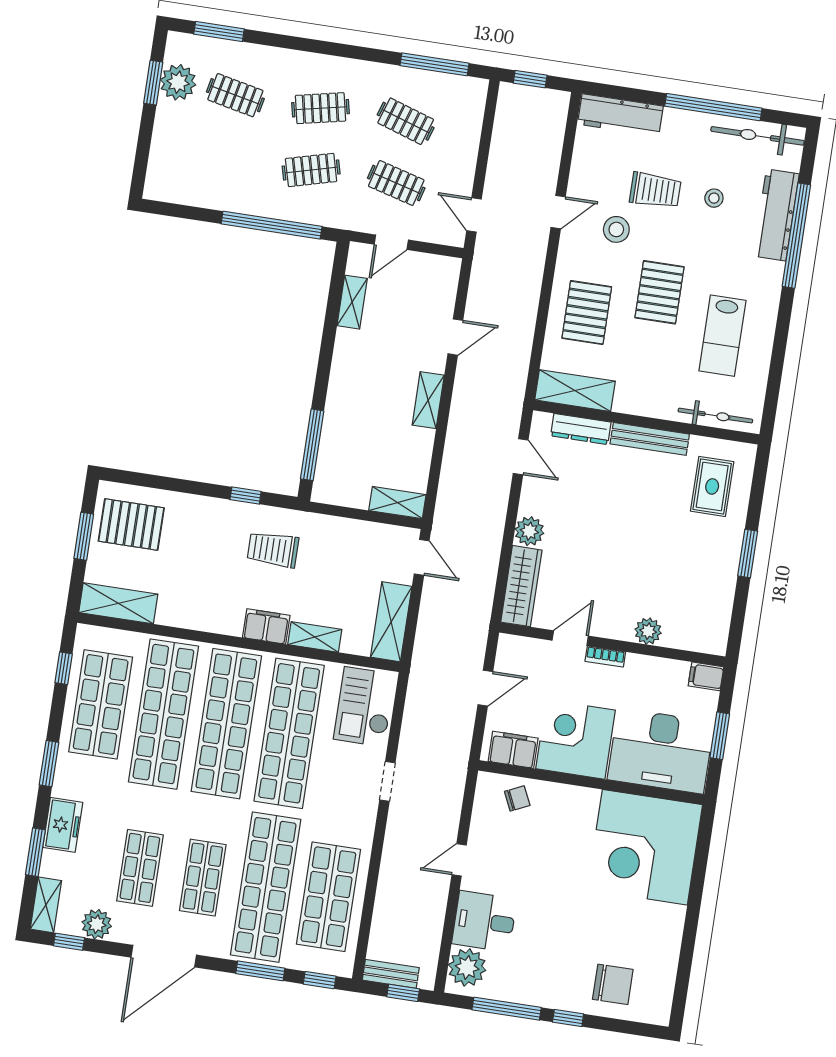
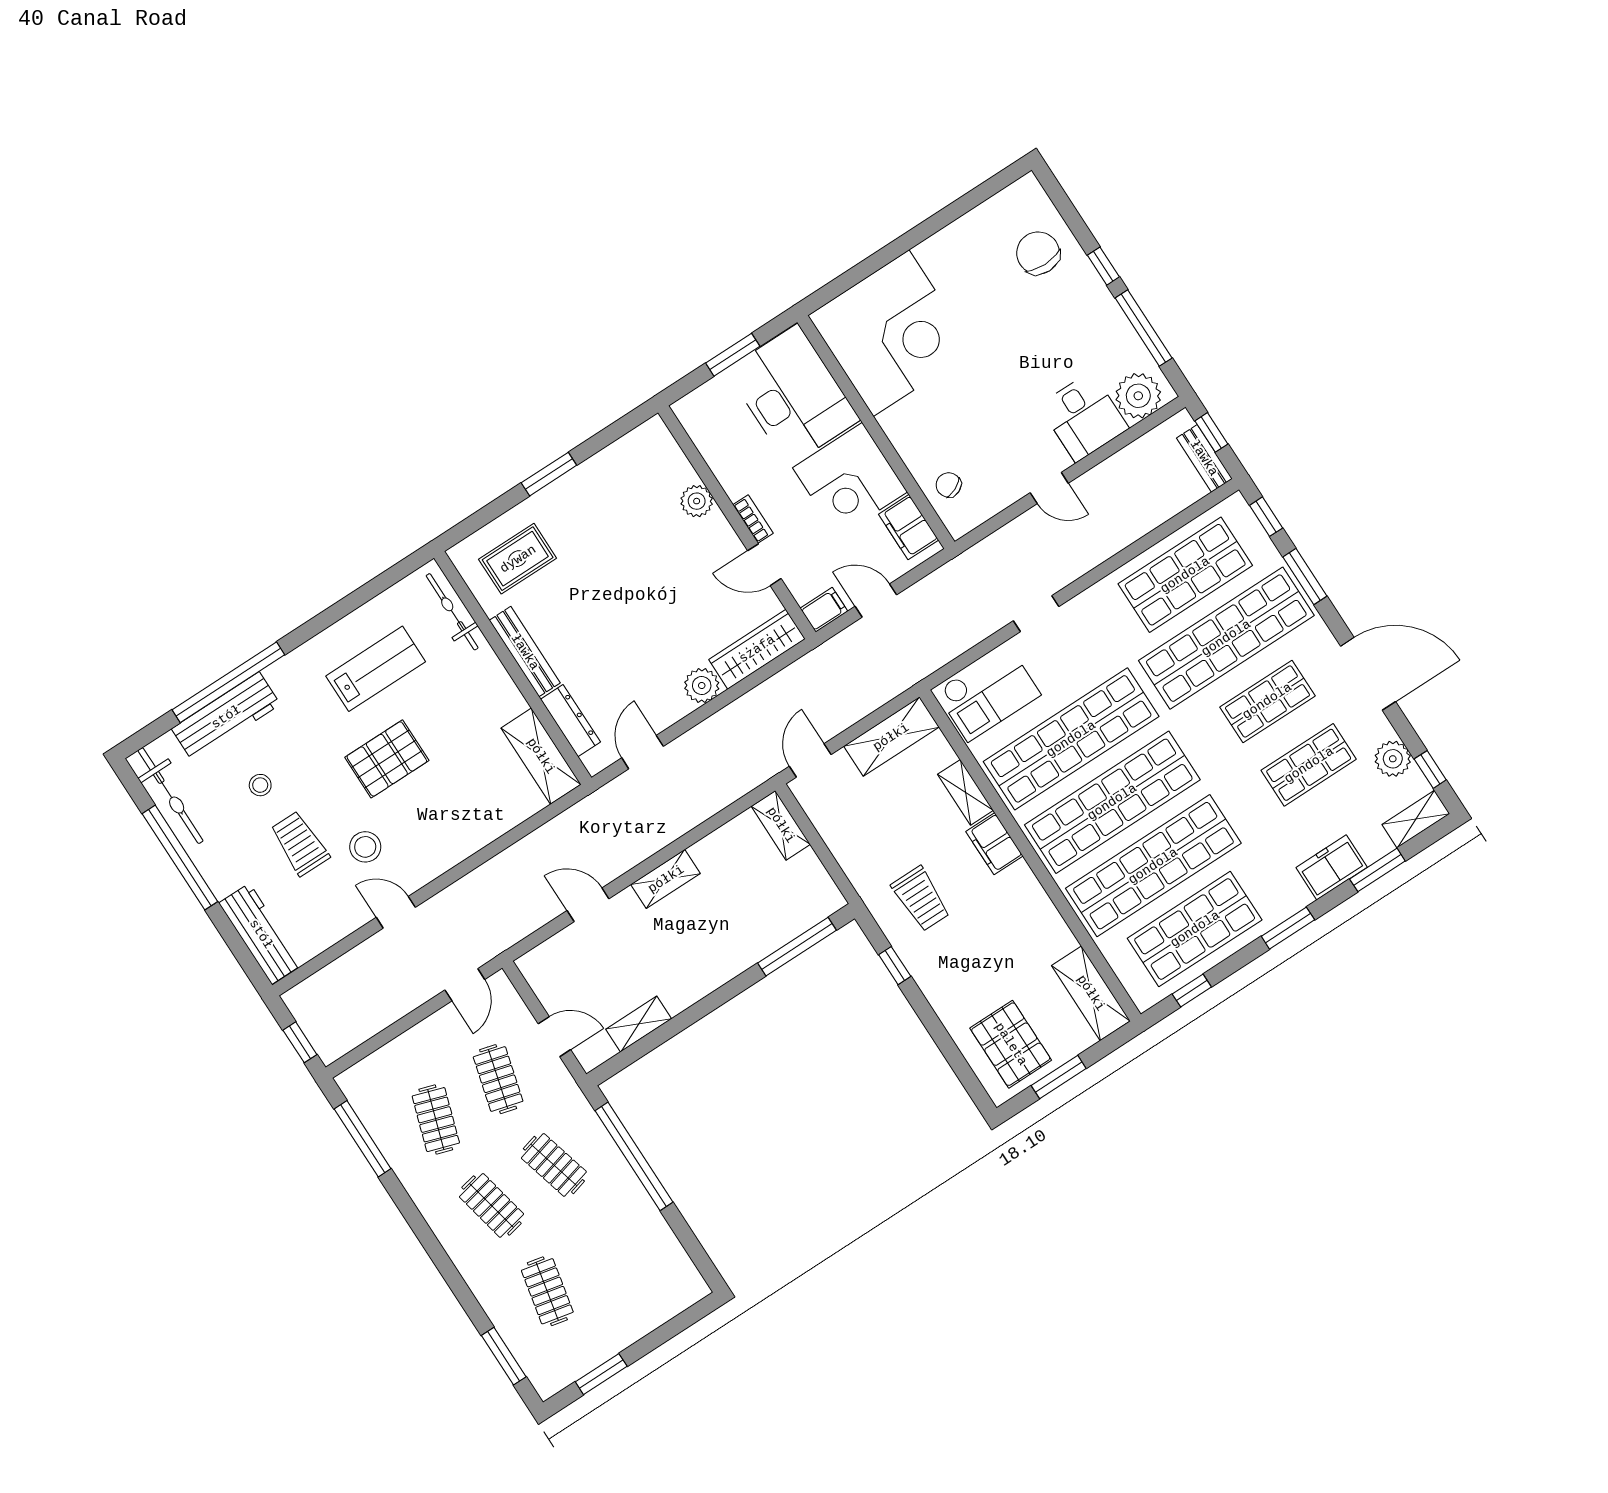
plant: (178, 82) -> (581, 1352), removed
pallet: (587, 313) -> (462, 807), removed
filing cabinet: (706, 676) -> (824, 610), moved, turned -90

